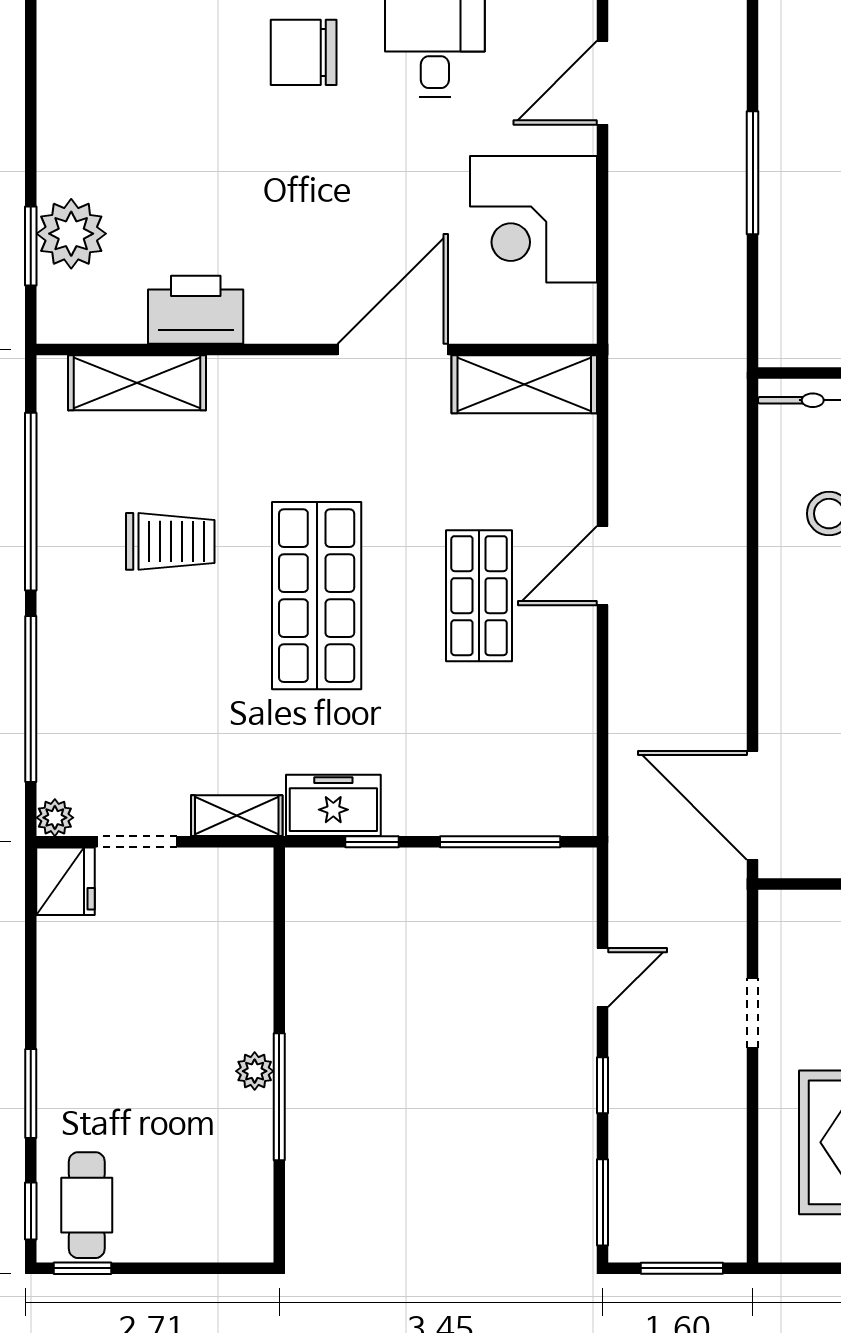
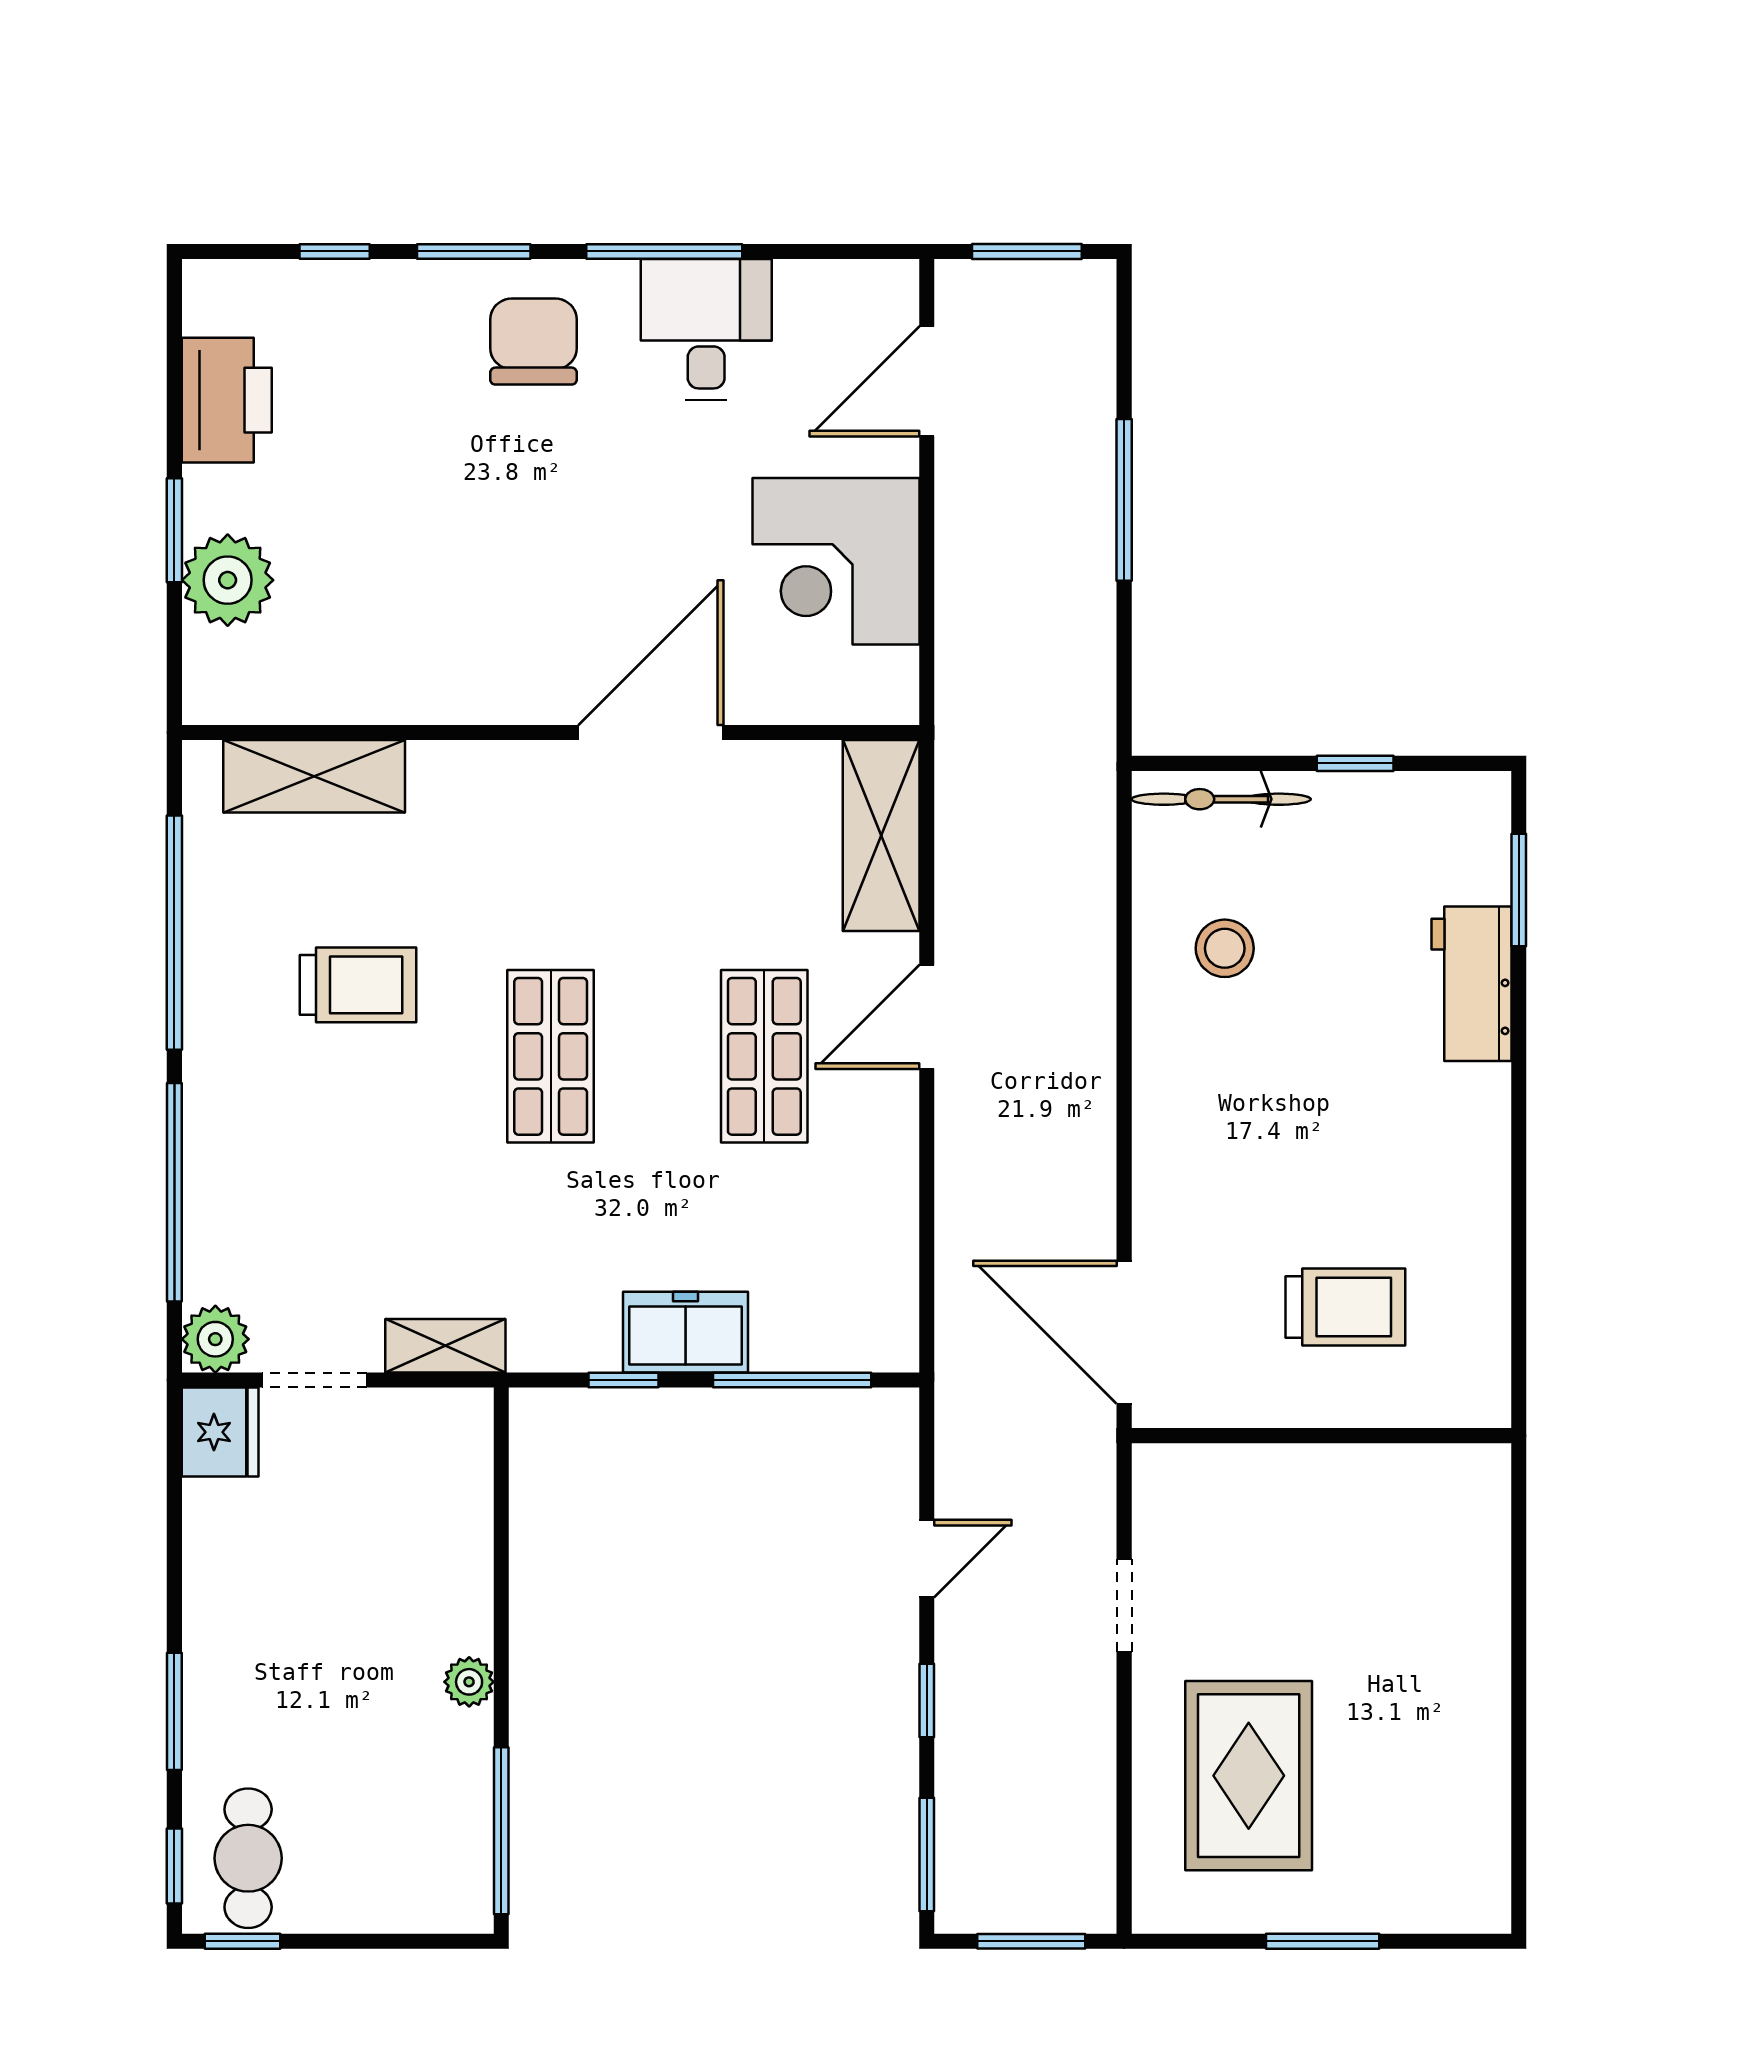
chair: (304, 52) -> (534, 342), turned 90
window: (31, 246) -> (174, 530), moved
printer: (196, 310) -> (227, 400), moved, turned 90
shelving: (524, 384) -> (881, 836), moved, turned 90
shop shelf: (317, 596) -> (551, 1056), width x0.70, depth x0.74
freezer: (333, 805) -> (685, 1332), moved
plant: (55, 818) -> (215, 1339), width x1.38, depth x1.38
window: (279, 1097) -> (501, 1831), moved

